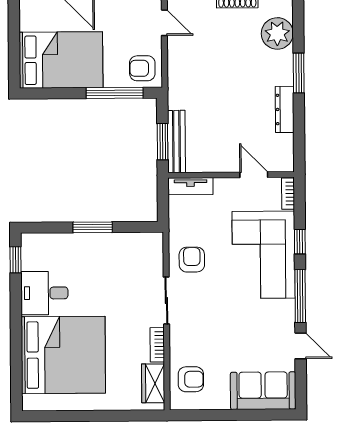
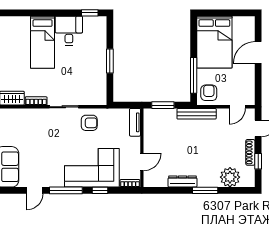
bench: (176, 141) -> (197, 114), moved
bed: (63, 355) -> (43, 42), width x0.49
armchair: (191, 379) -> (14, 122), removed

